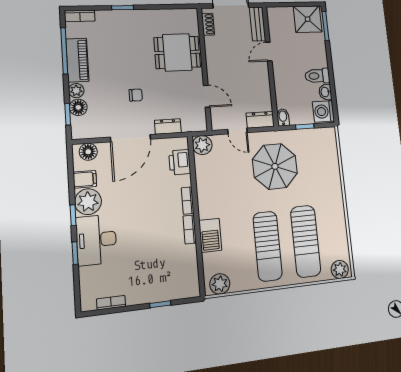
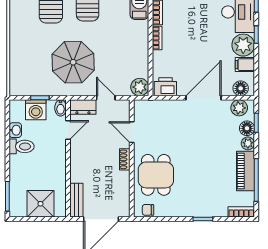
shower: (308, 19) -> (40, 204), moved
shoe rack: (208, 24) -> (125, 159), moved
dining table: (177, 52) -> (156, 175), turned 90
door: (269, 52) -> (68, 130), moved
chair: (136, 95) -> (148, 210), moved
washing machine: (323, 111) -> (36, 110), moved, turned 90
dresser: (168, 126) -> (170, 106), removed
plant: (89, 130) -> (239, 108), added
printer: (180, 162) -> (165, 87), moved, turned -90

